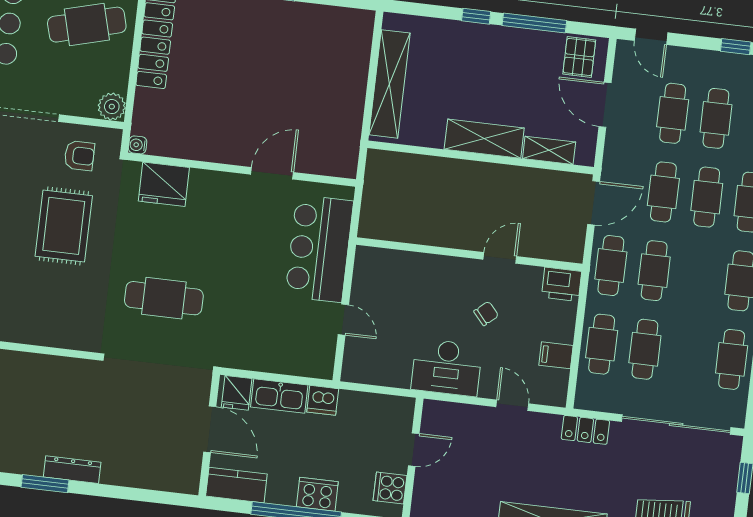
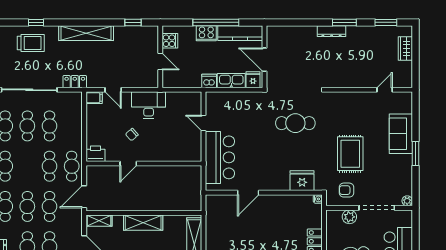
plant: (112, 107) -> (349, 217), moved
shelving: (549, 150) -> (99, 221), moved
cafe table: (602, 344) -> (27, 126), moved
filing cabinet: (556, 355) -> (94, 98), moved
door: (414, 450) -> (160, 62), swing flipped
kitchen counter: (236, 485) -> (240, 33), width x1.50

